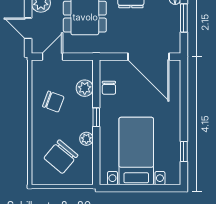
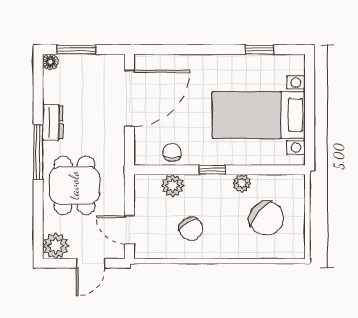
chair: (109, 88) -> (172, 152), turned -90
chair: (53, 102) -> (191, 229), turned 130

